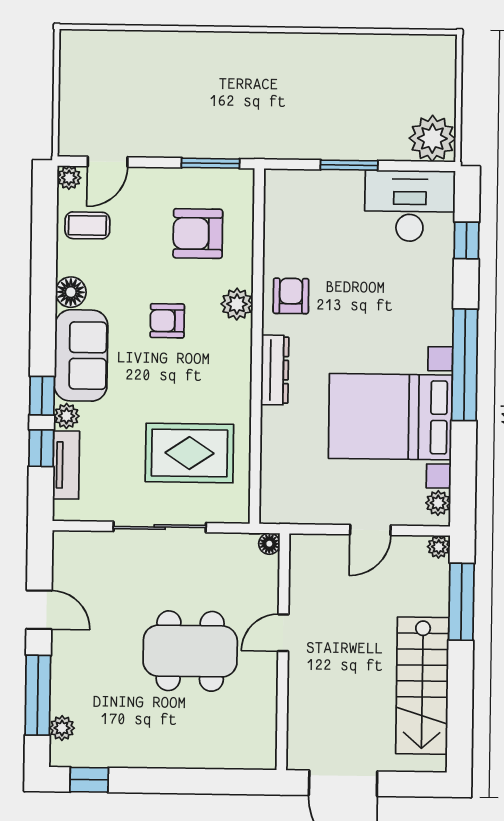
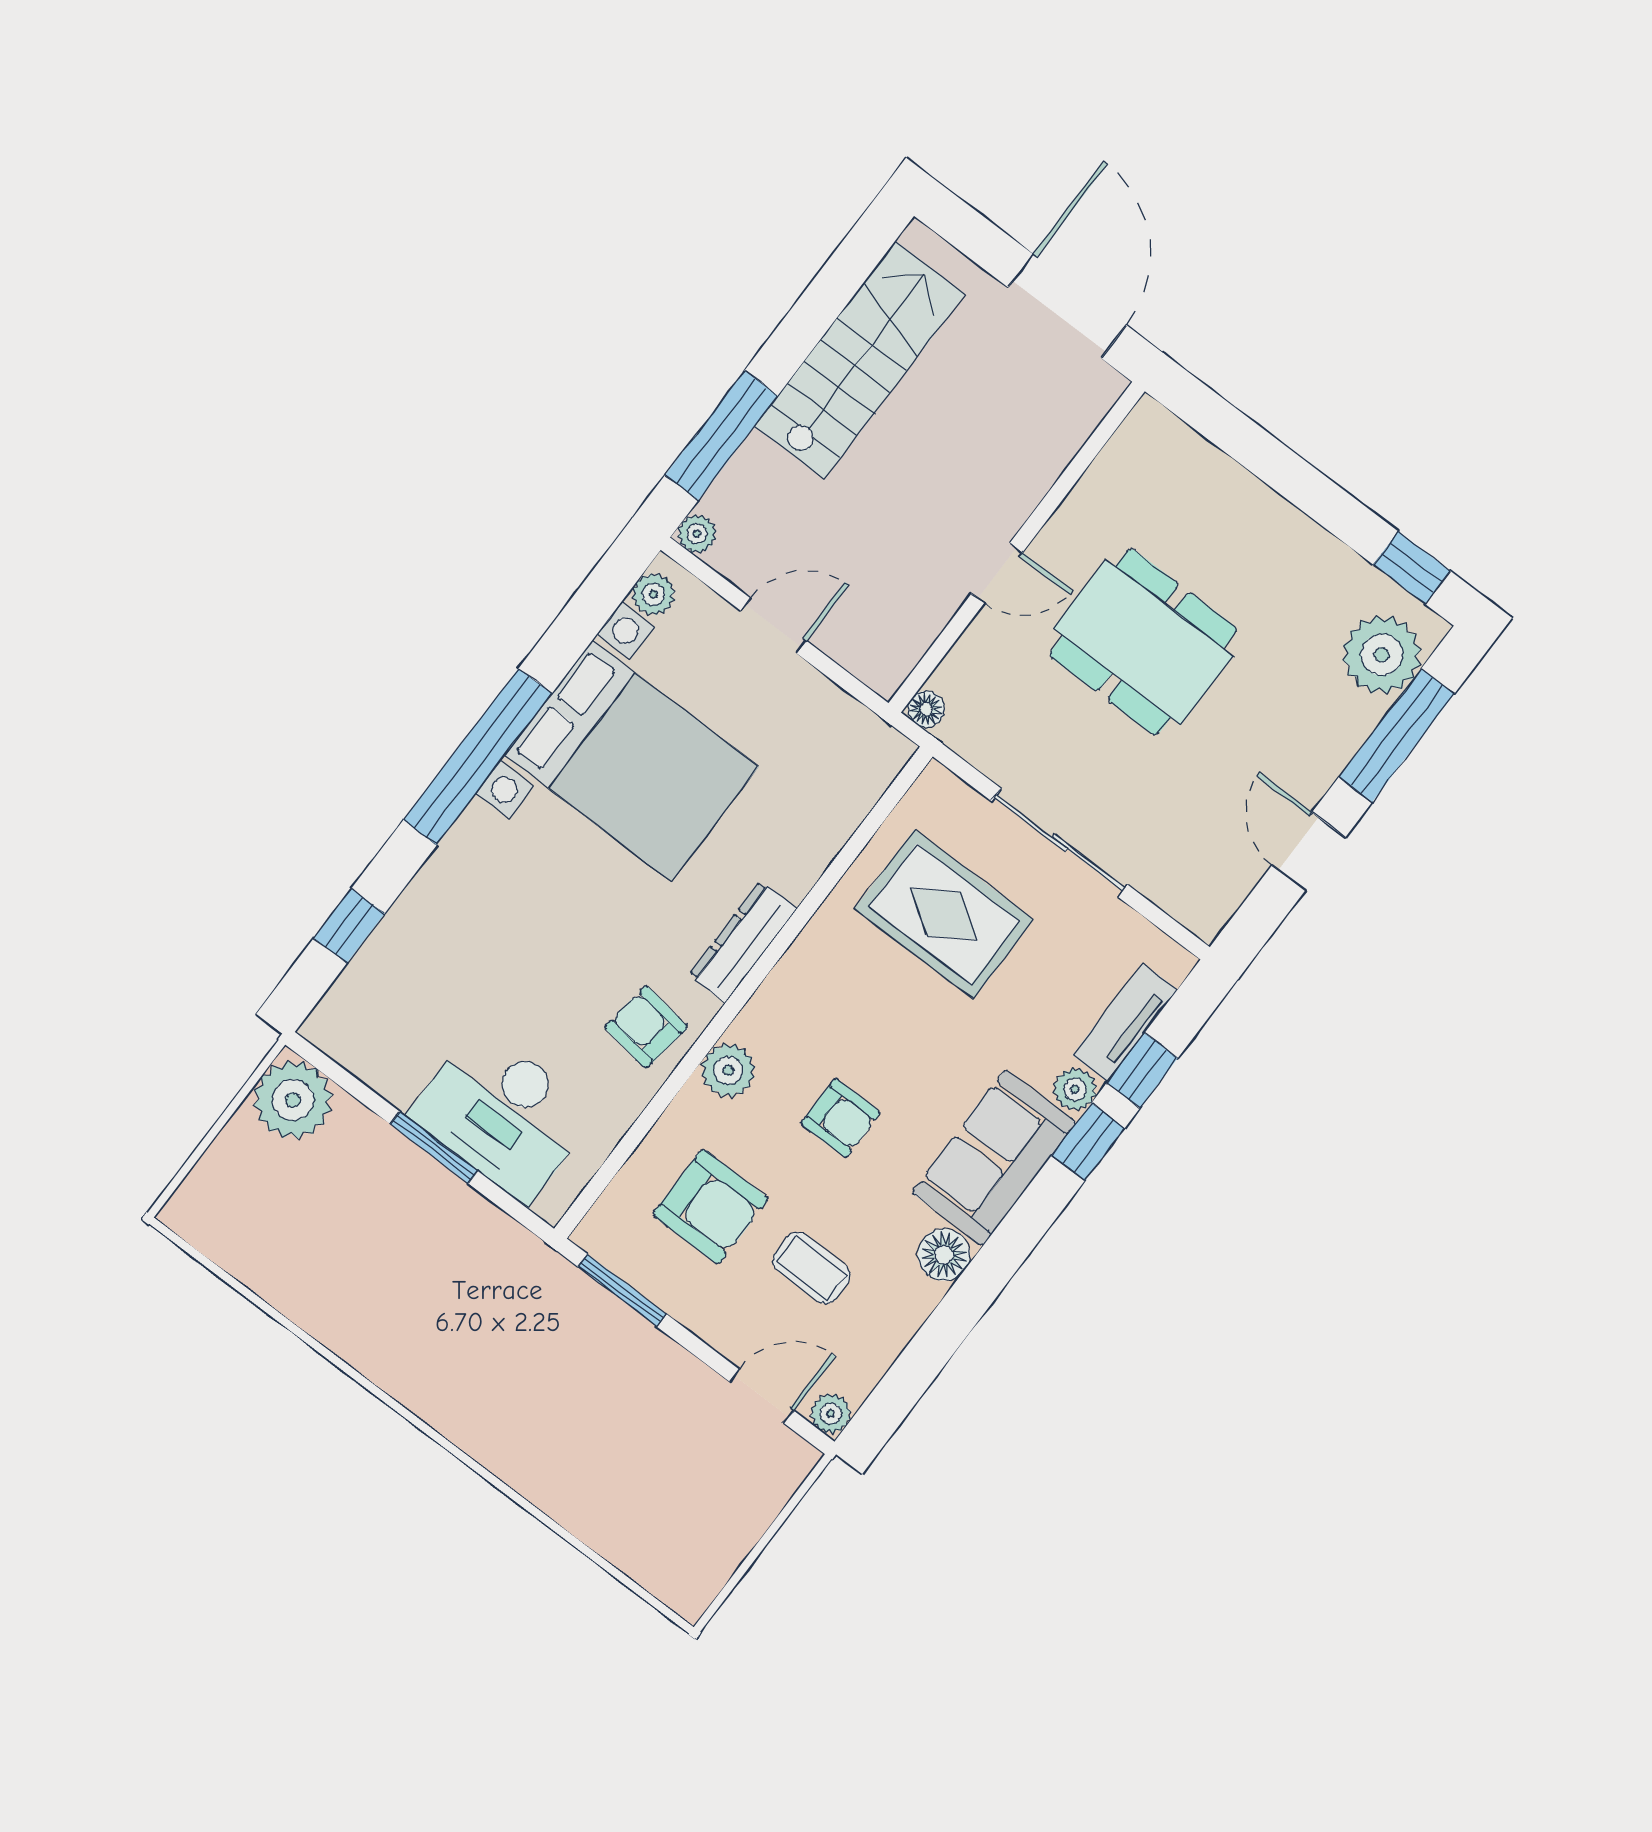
desk: (410, 206) -> (502, 1114), moved
coffee table: (87, 225) -> (812, 1268), moved
armchair: (291, 296) -> (646, 1027), turned 98
plant: (62, 728) -> (1382, 655), width x1.88, depth x1.88

